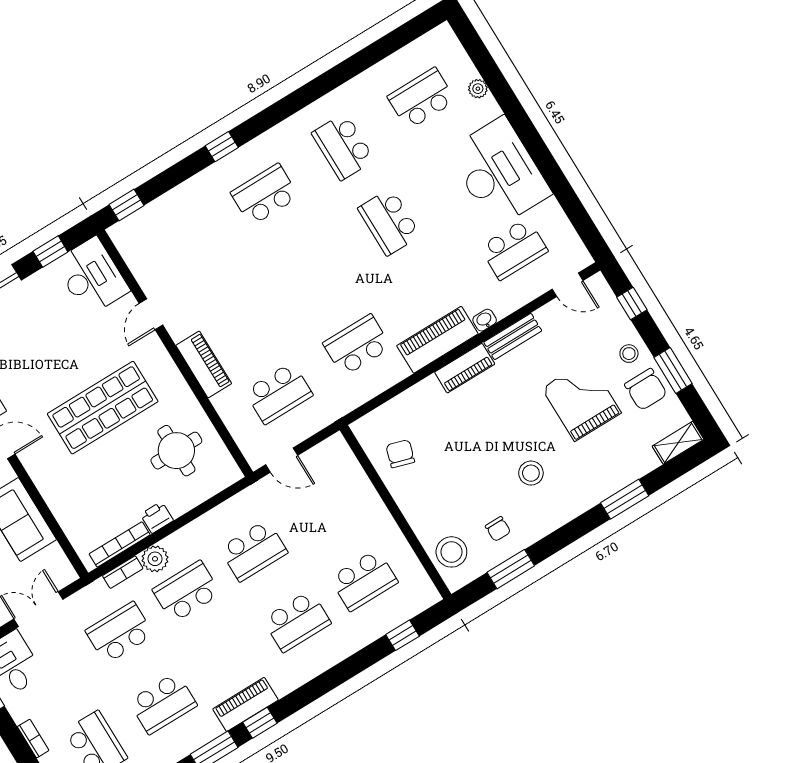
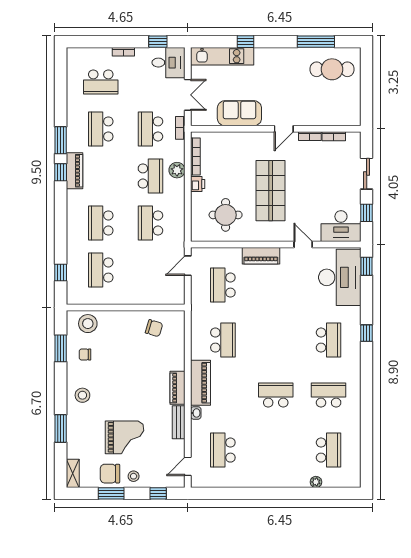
desk: (499, 172) -> (340, 277), moved, turned -90
stool: (531, 473) -> (82, 395), moved
bookcase: (123, 572) -> (180, 128), moved
school desk: (120, 633) -> (150, 129), turned 180

